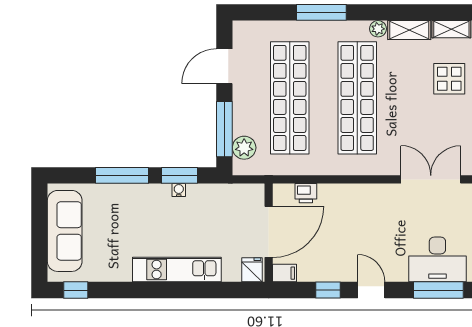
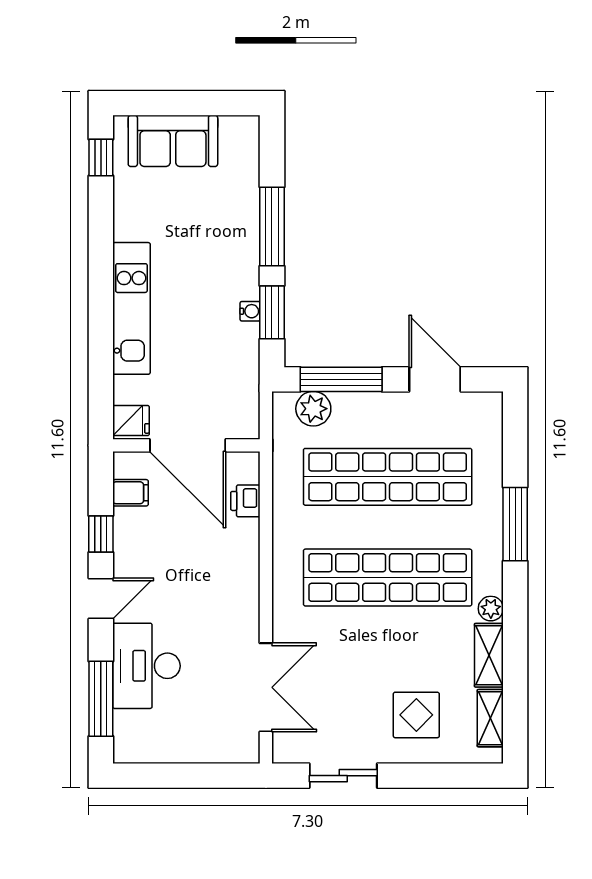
sofa: (65, 231) -> (173, 141), width x0.73
desk: (437, 259) -> (146, 666), moved
filing cabinet: (285, 273) -> (131, 493), moved, turned -90

